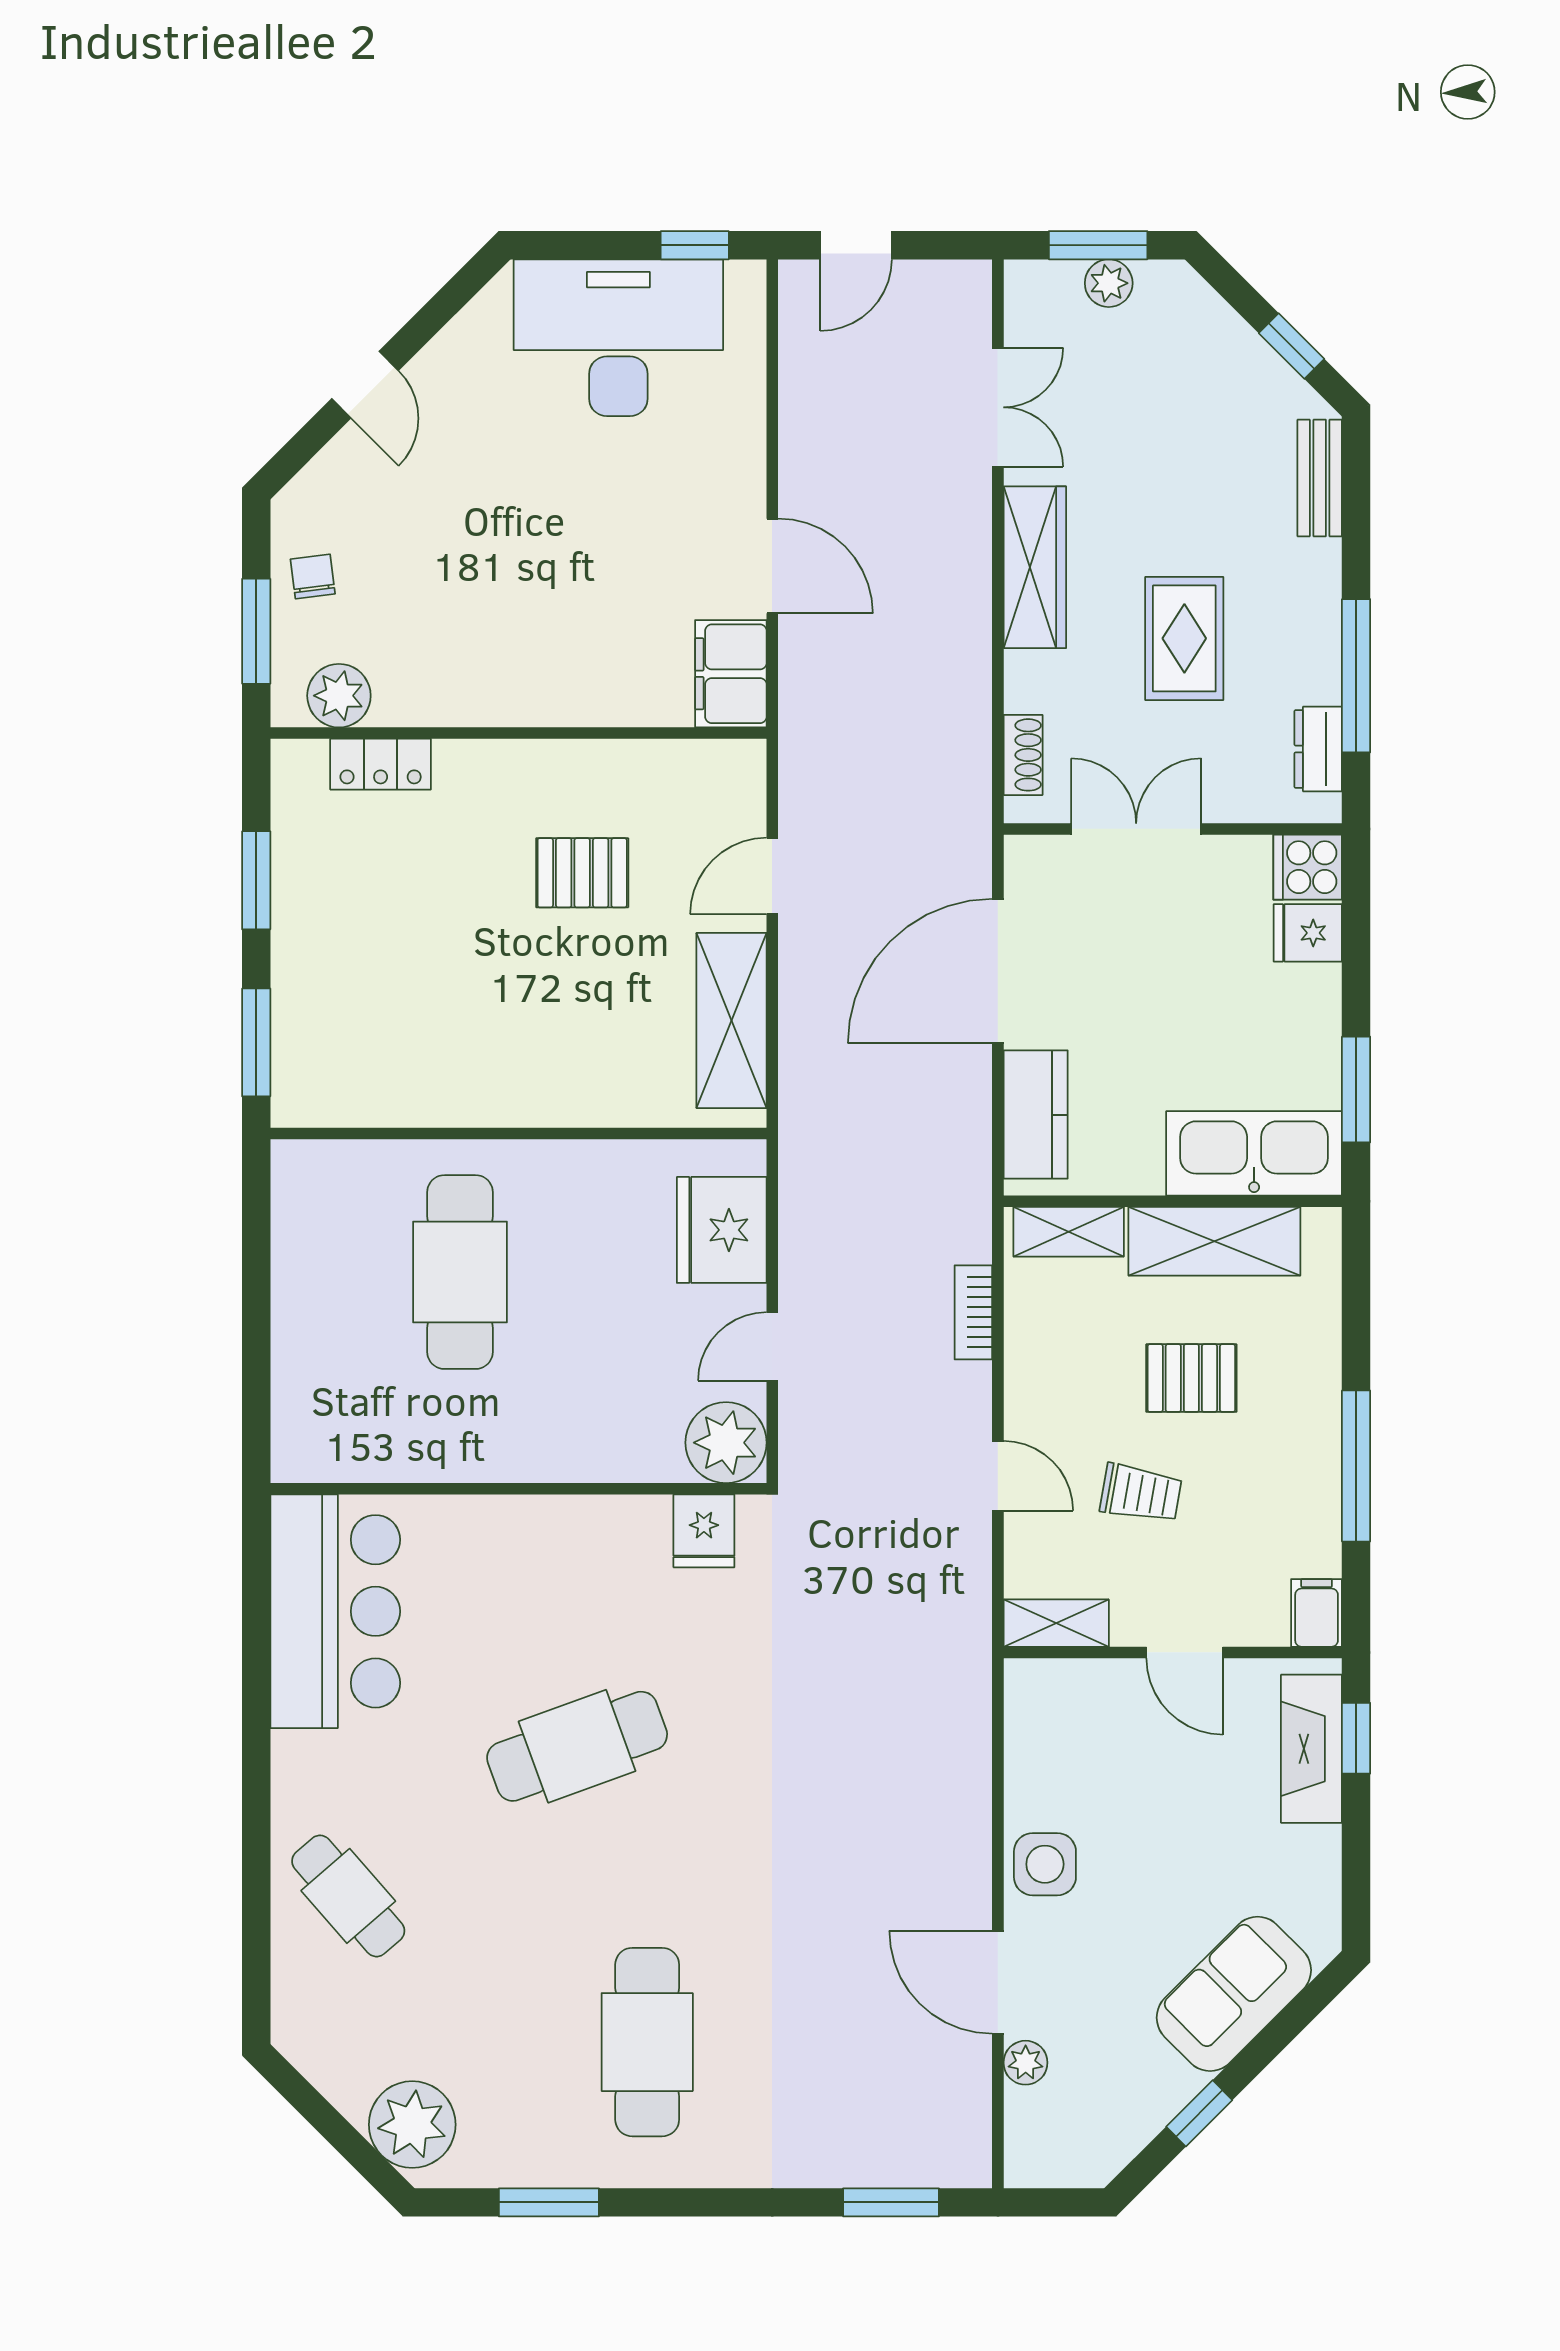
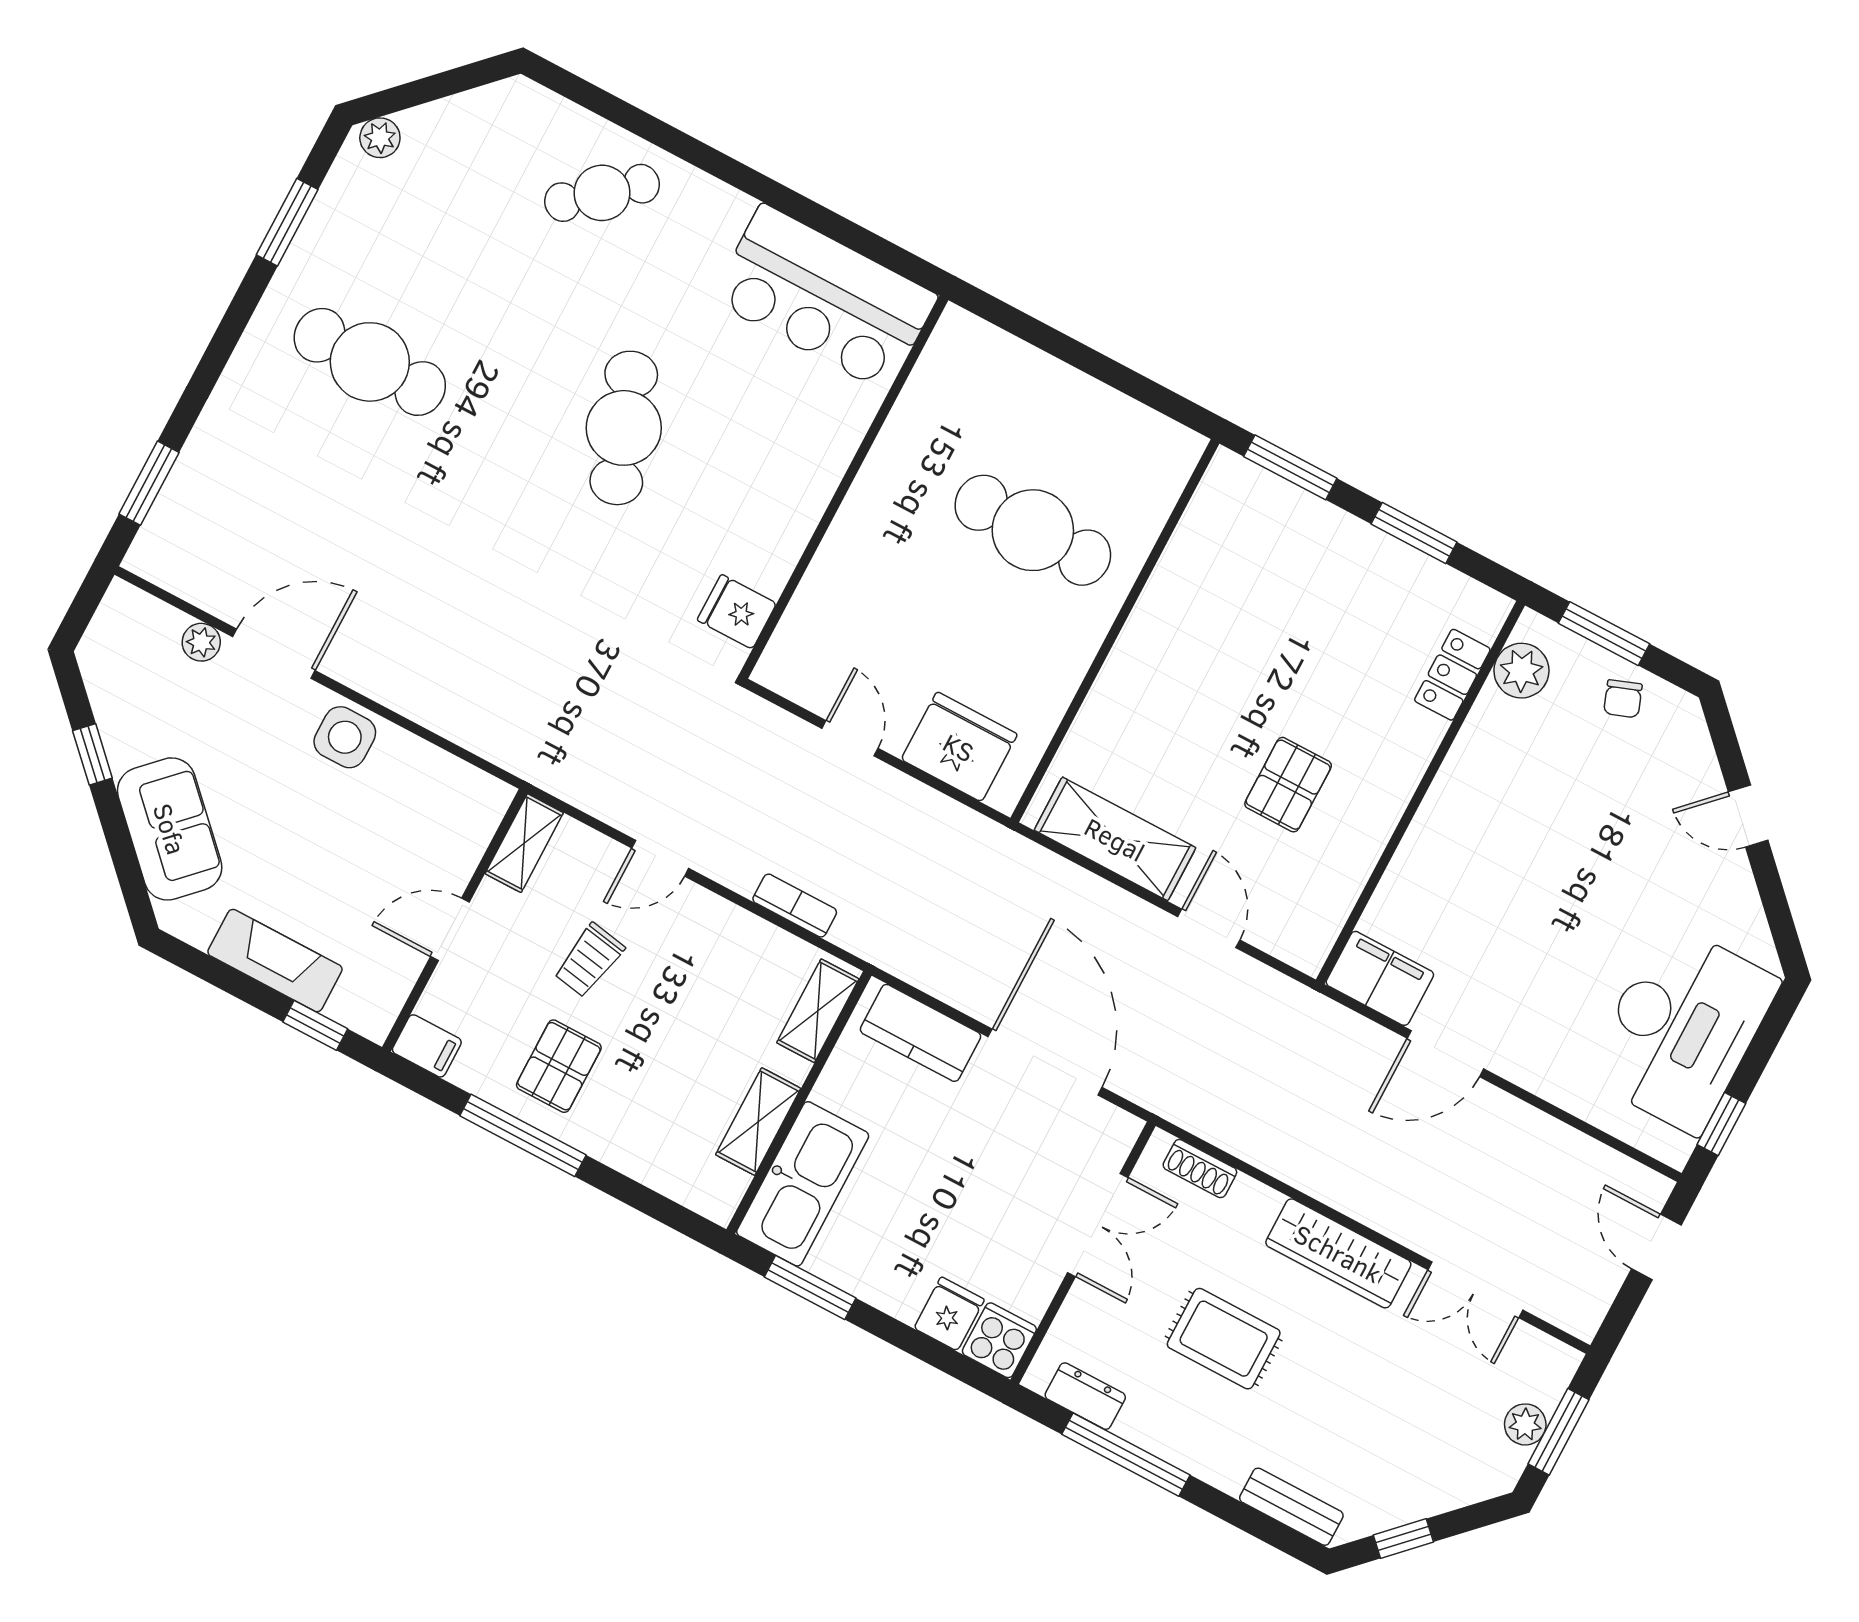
chair: (313, 577) -> (1623, 699), turned 77
shelving: (1214, 1241) -> (758, 1122), width x0.67, depth x0.75
pallet: (1191, 1378) -> (559, 1066), moved
plant: (726, 1443) -> (795, 664), removed
fireplace: (1311, 1749) -> (275, 961), moved
plant: (412, 2125) -> (380, 138), width x0.53, depth x0.53

